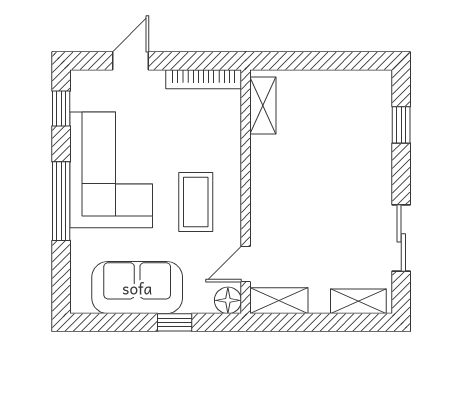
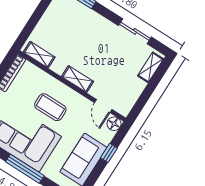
coffee table: (196, 202) -> (50, 107), moved
shelving: (279, 301) -> (78, 79), moved, turned 90

